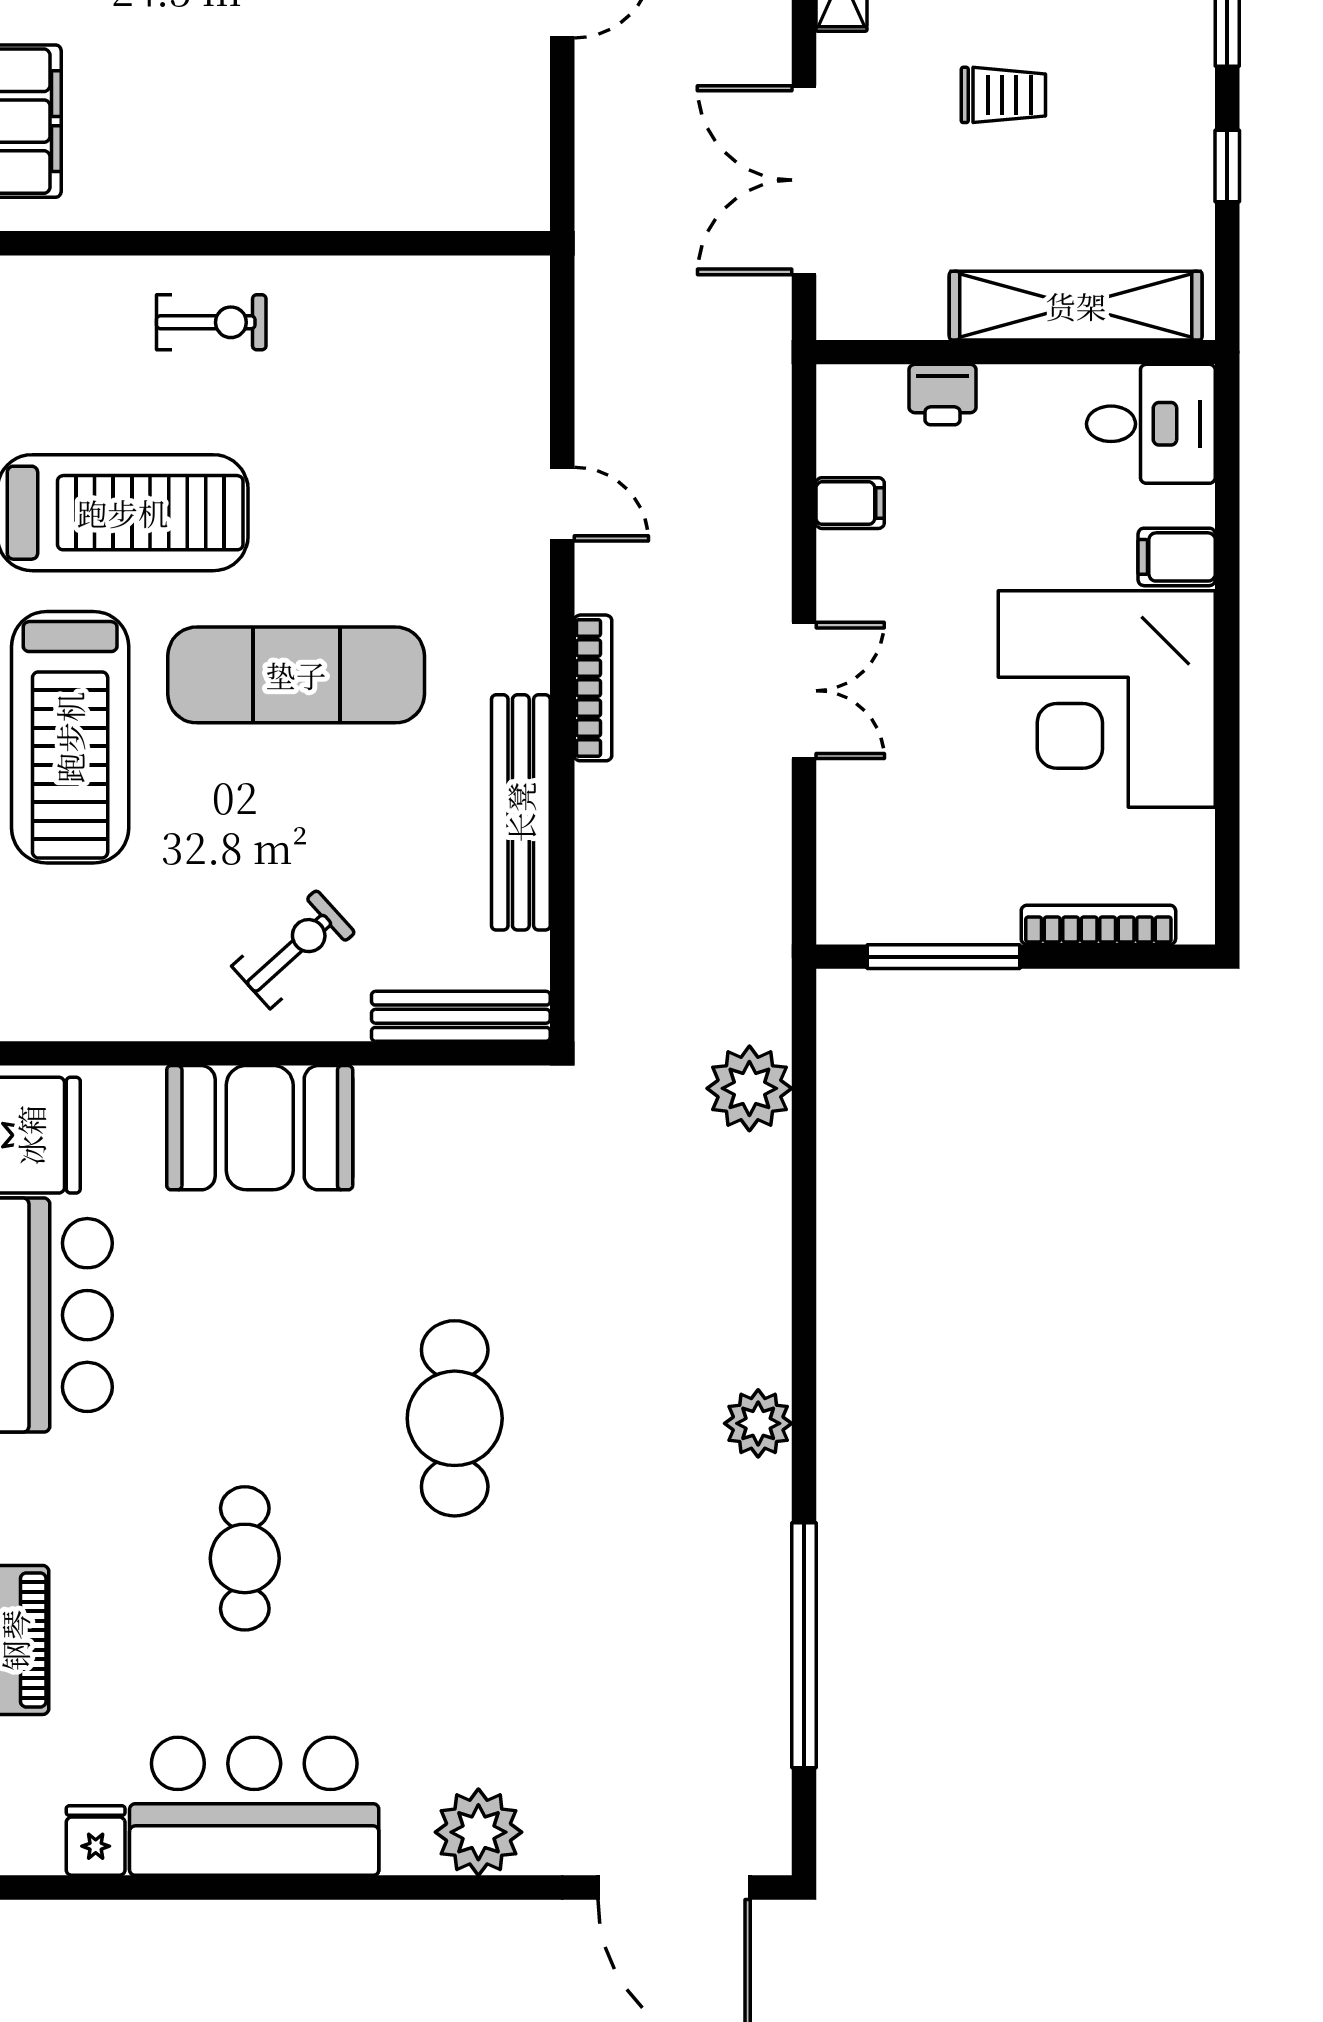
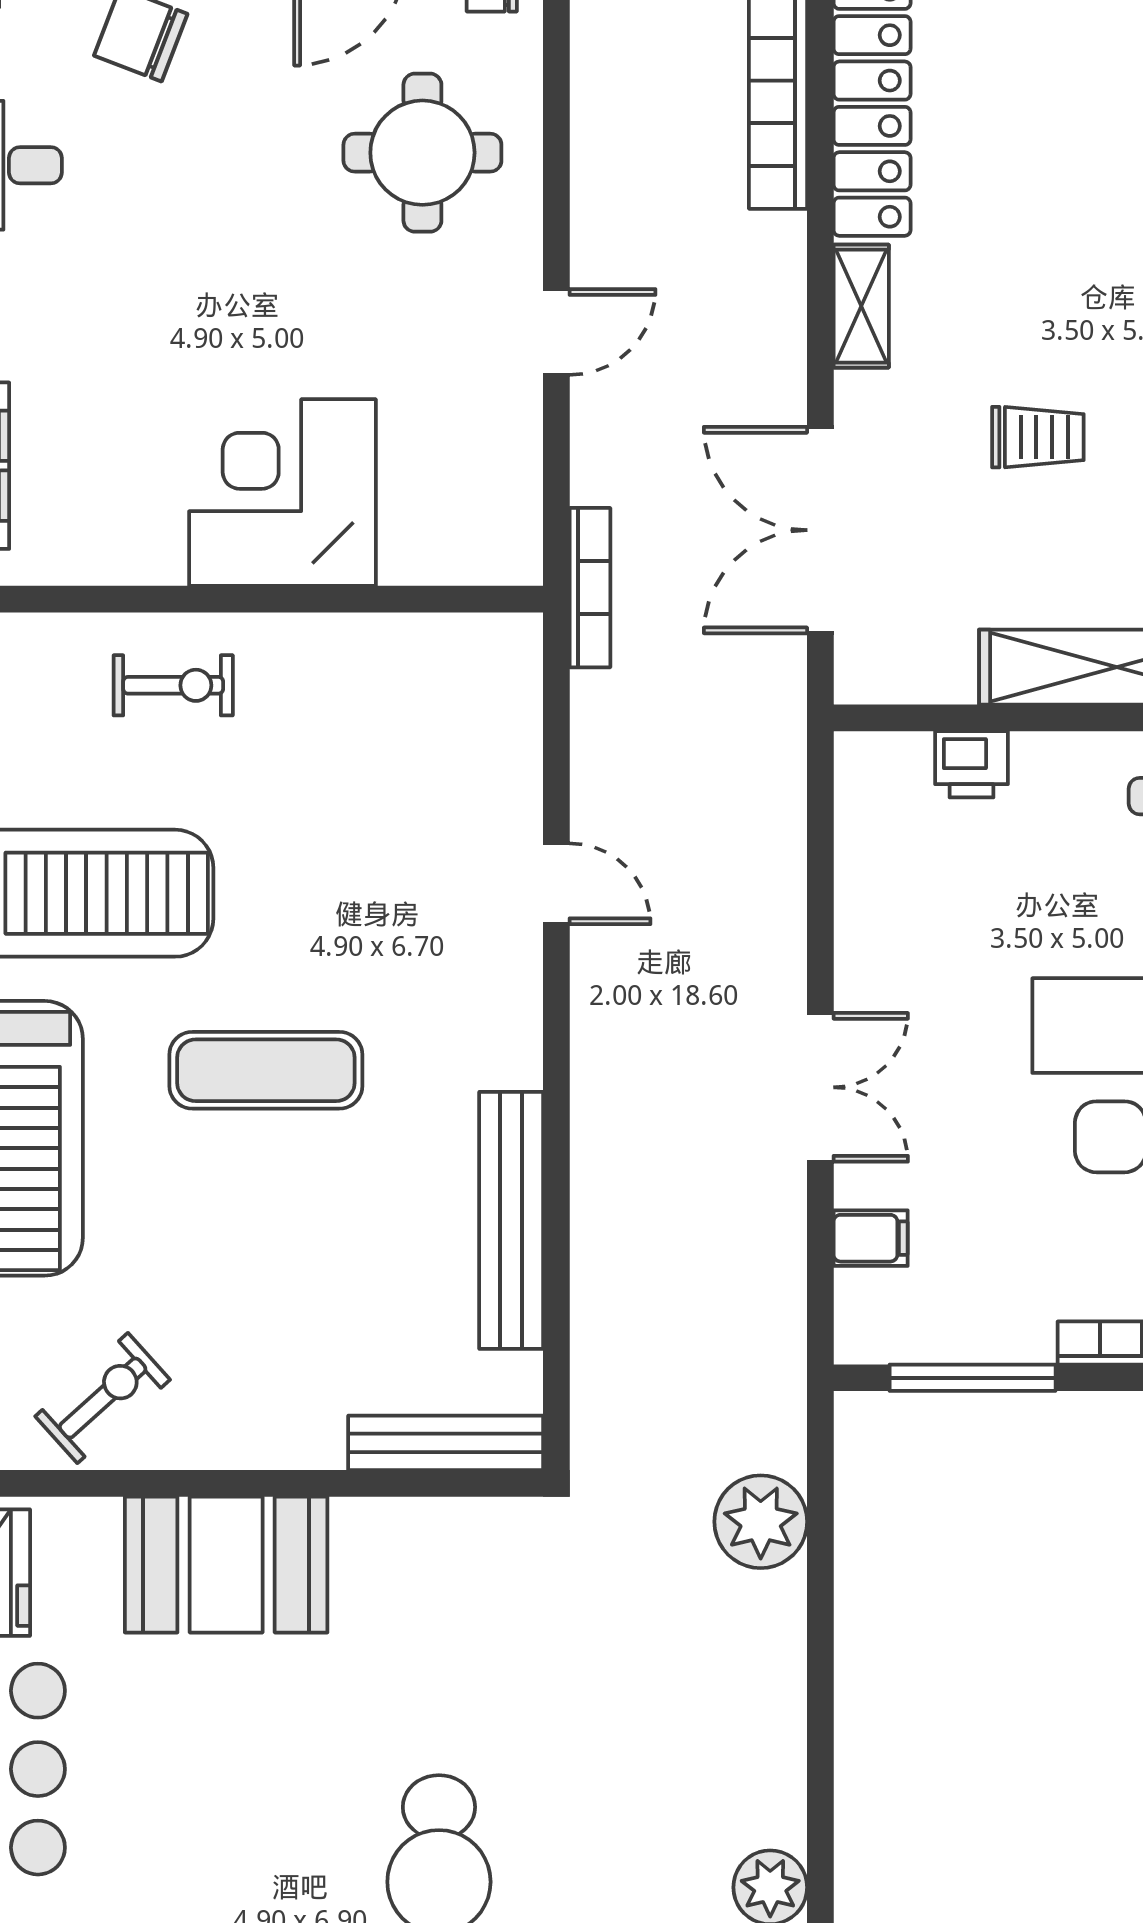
corner desk: (311, 146) -> (282, 493), added
filing cabinet: (850, 503) -> (871, 1238), moved
exercise mat: (296, 675) -> (266, 1070), width x0.73, depth x0.69
bookcase: (593, 688) -> (590, 588), moved
exercise bike: (293, 949) -> (103, 1398), moved

